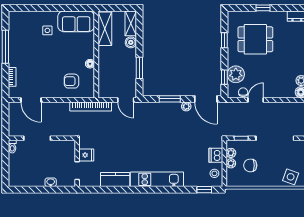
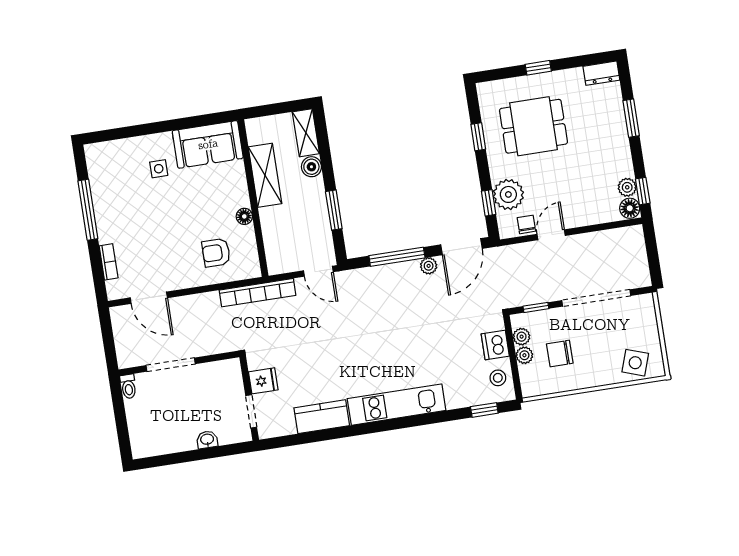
shelving: (105, 29) -> (265, 175), moved
window: (170, 99) -> (397, 257), width x1.44
door: (206, 99) -> (461, 247), hinge flipped

